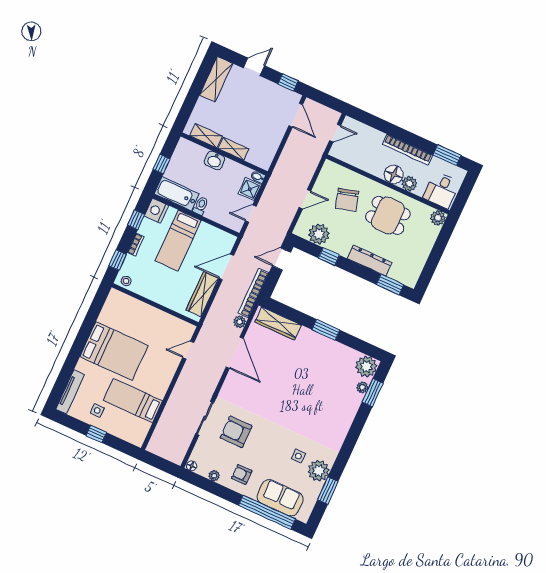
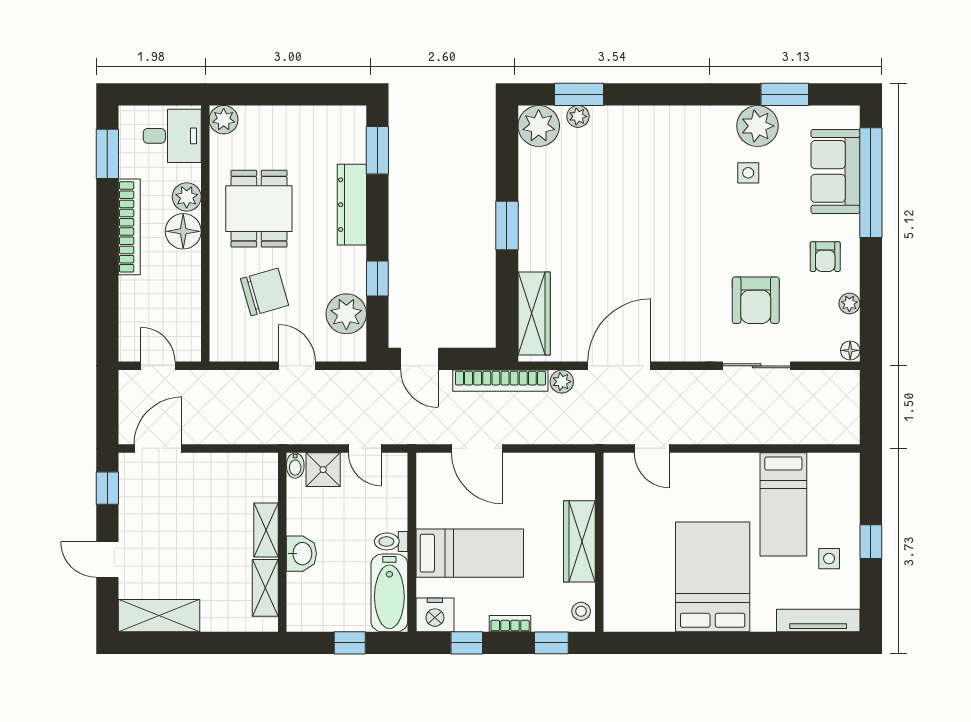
wardrobe: (202, 294) -> (579, 541), moved, turned 90

